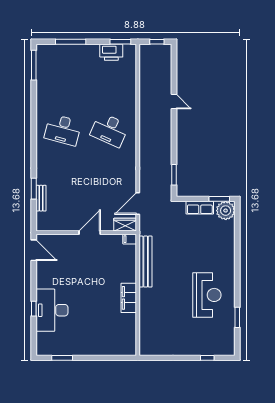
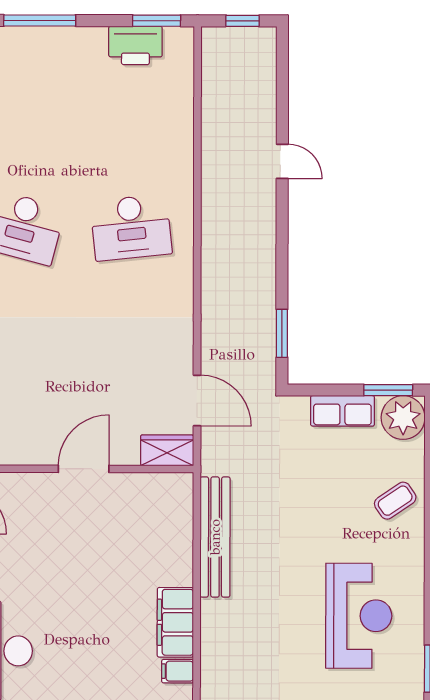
desk: (110, 130) -> (131, 227), turned -30
door: (138, 203) -> (197, 401), swing flipped
filing cabinet: (130, 239) -> (177, 671), moved
coffee table: (222, 246) -> (395, 501), added

